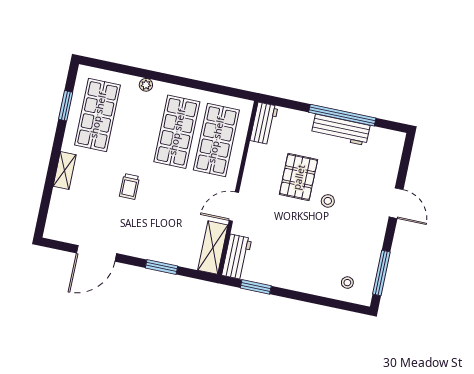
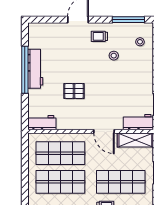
pallet: (299, 177) -> (74, 91), width x0.67, depth x0.71
stool: (328, 201) -> (114, 56), moved
shop shelf: (159, 215) -> (121, 182), added
trolley: (367, 228) -> (99, 36), added

